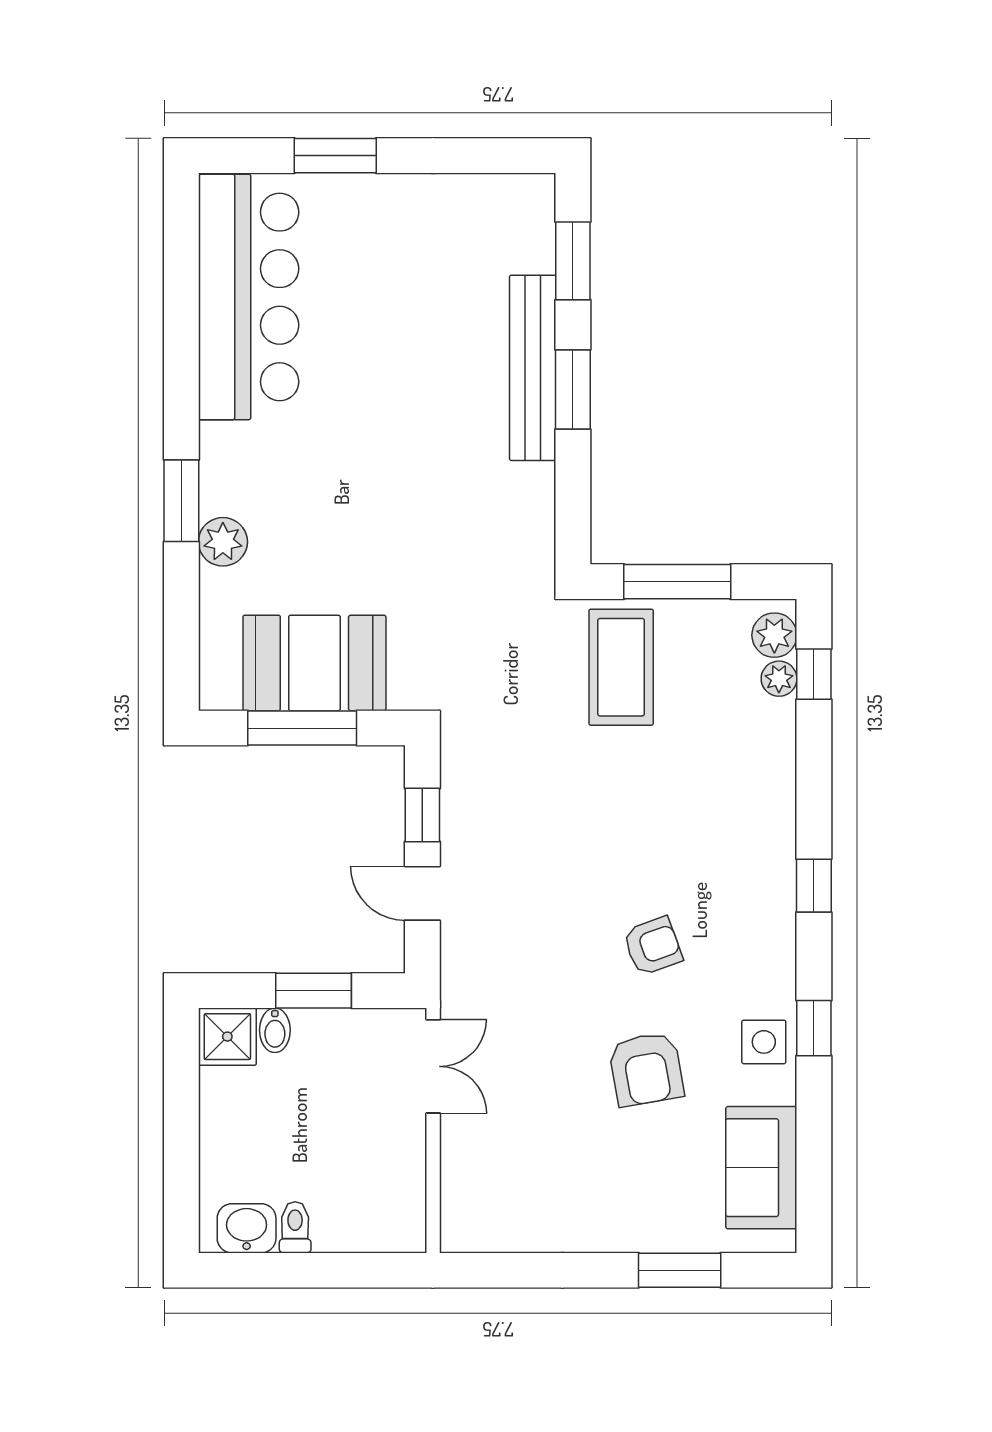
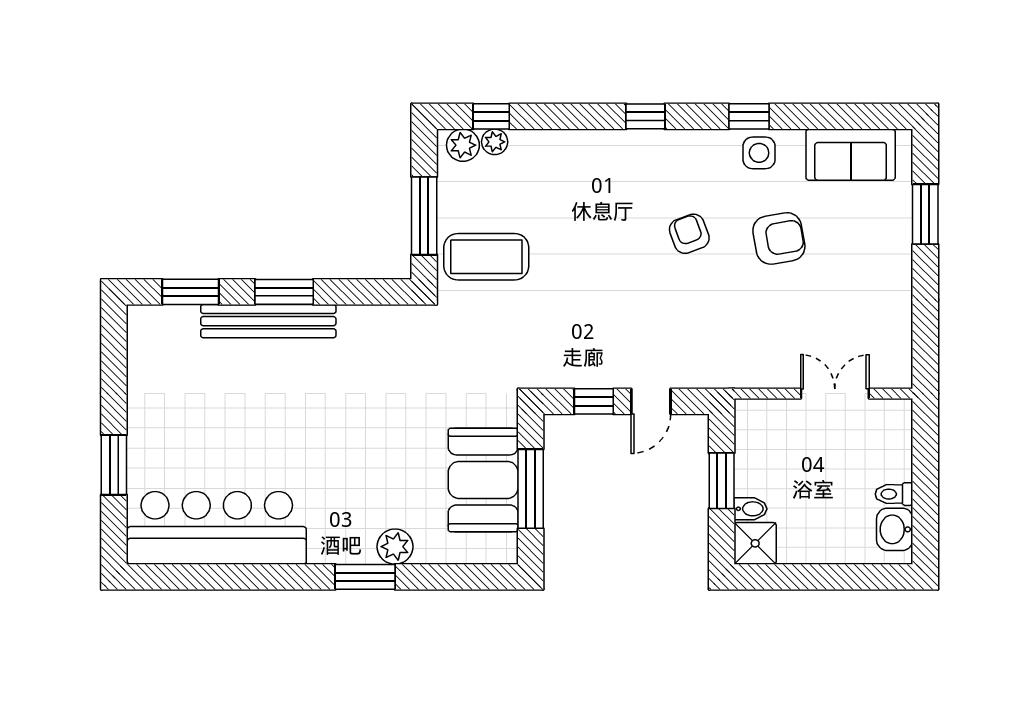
double door: (433, 1066) -> (835, 394), moved

